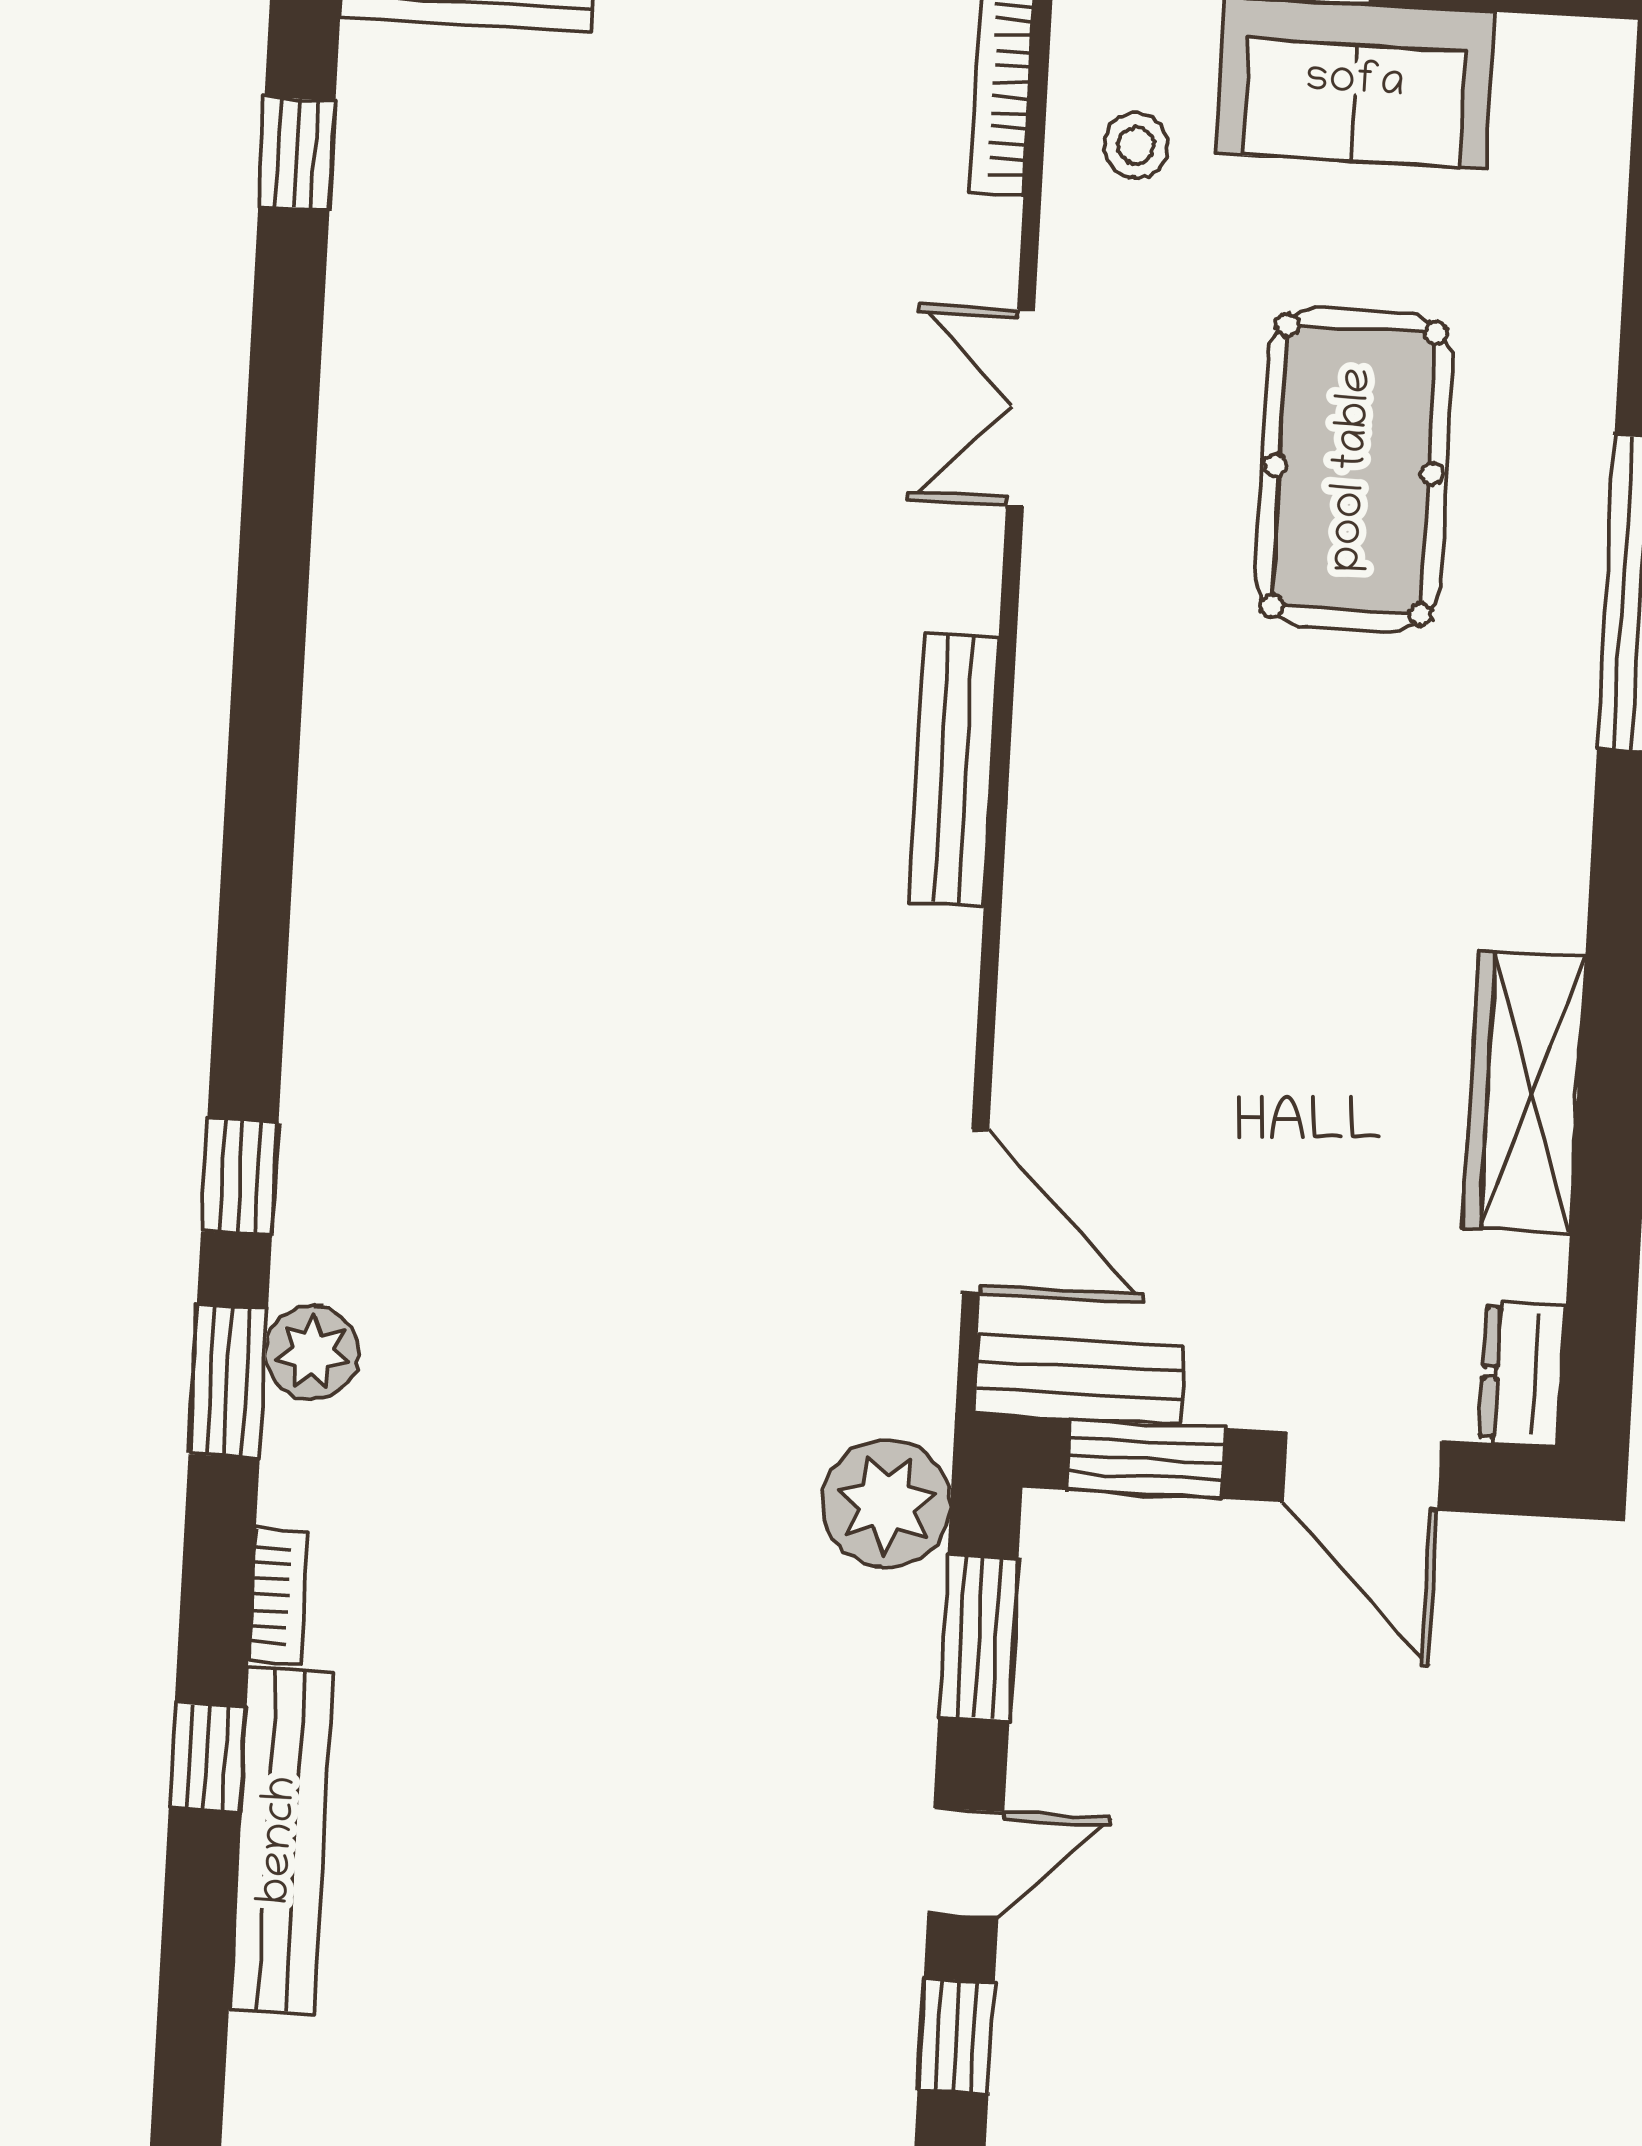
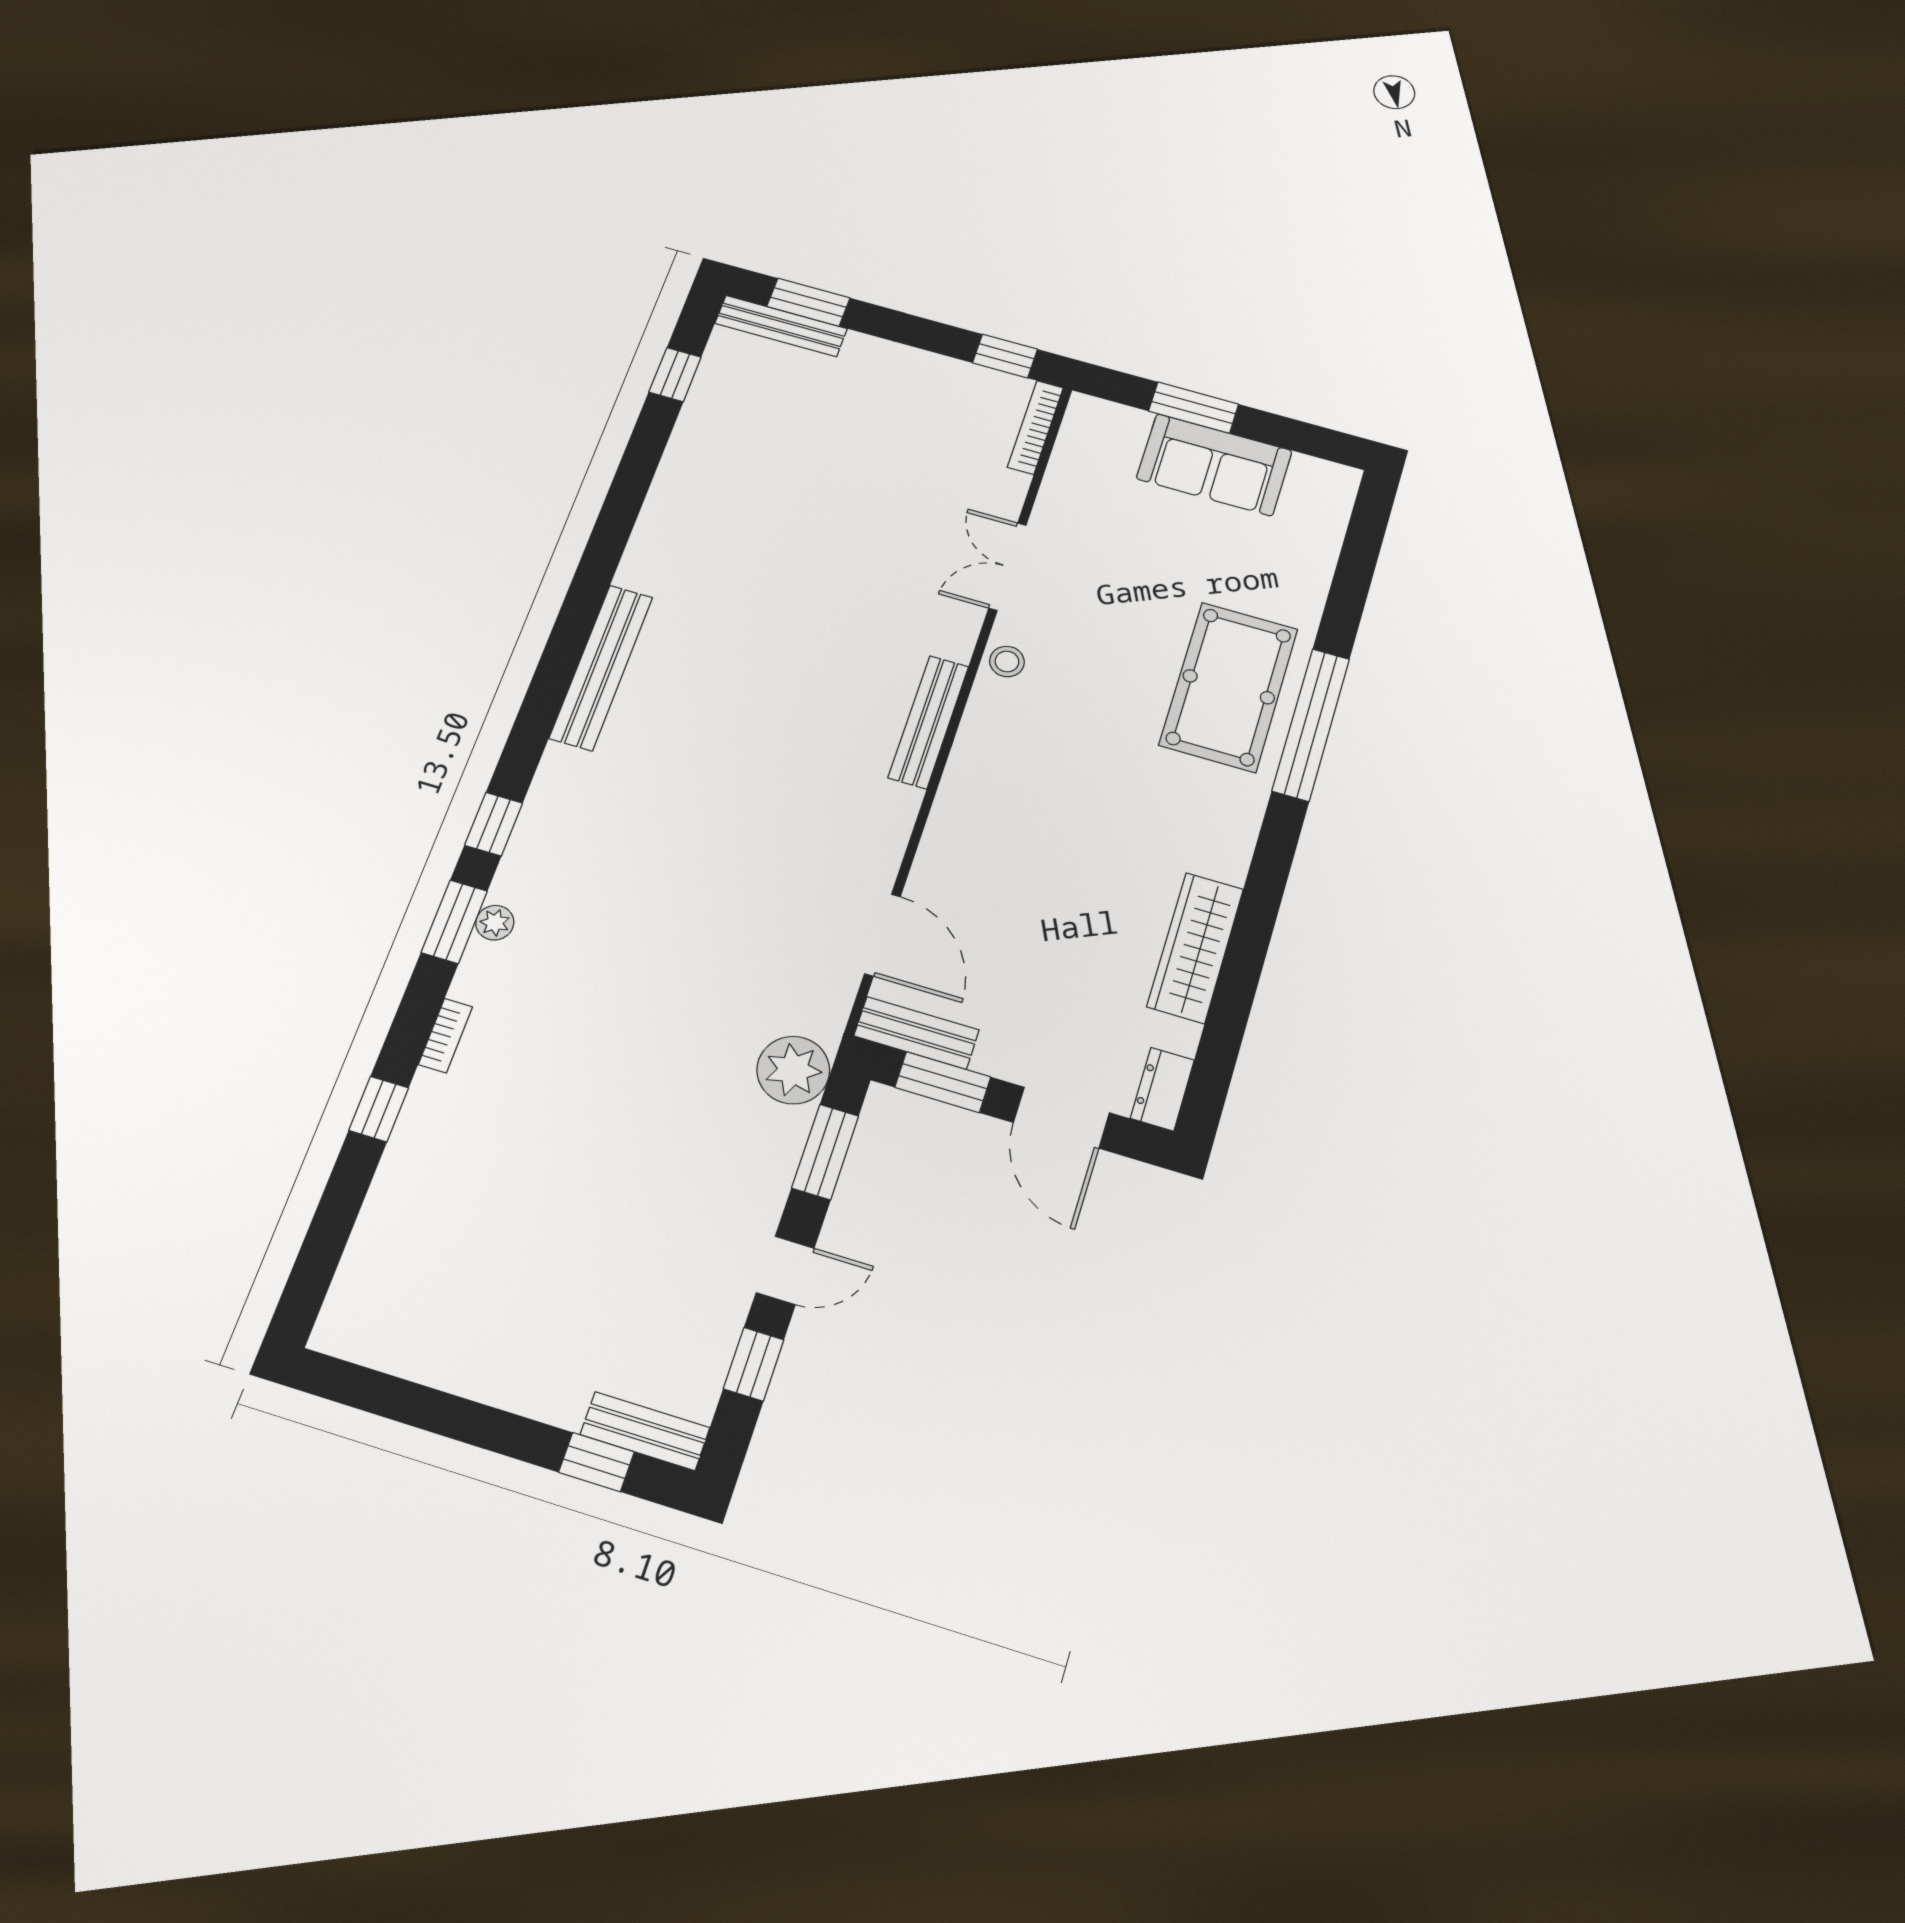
stool: (1136, 146) -> (1007, 661), moved
pool table: (1354, 470) -> (1229, 687), moved
plant: (312, 1353) -> (495, 923), width x0.73, depth x0.73
bench: (281, 1840) -> (601, 667), moved

